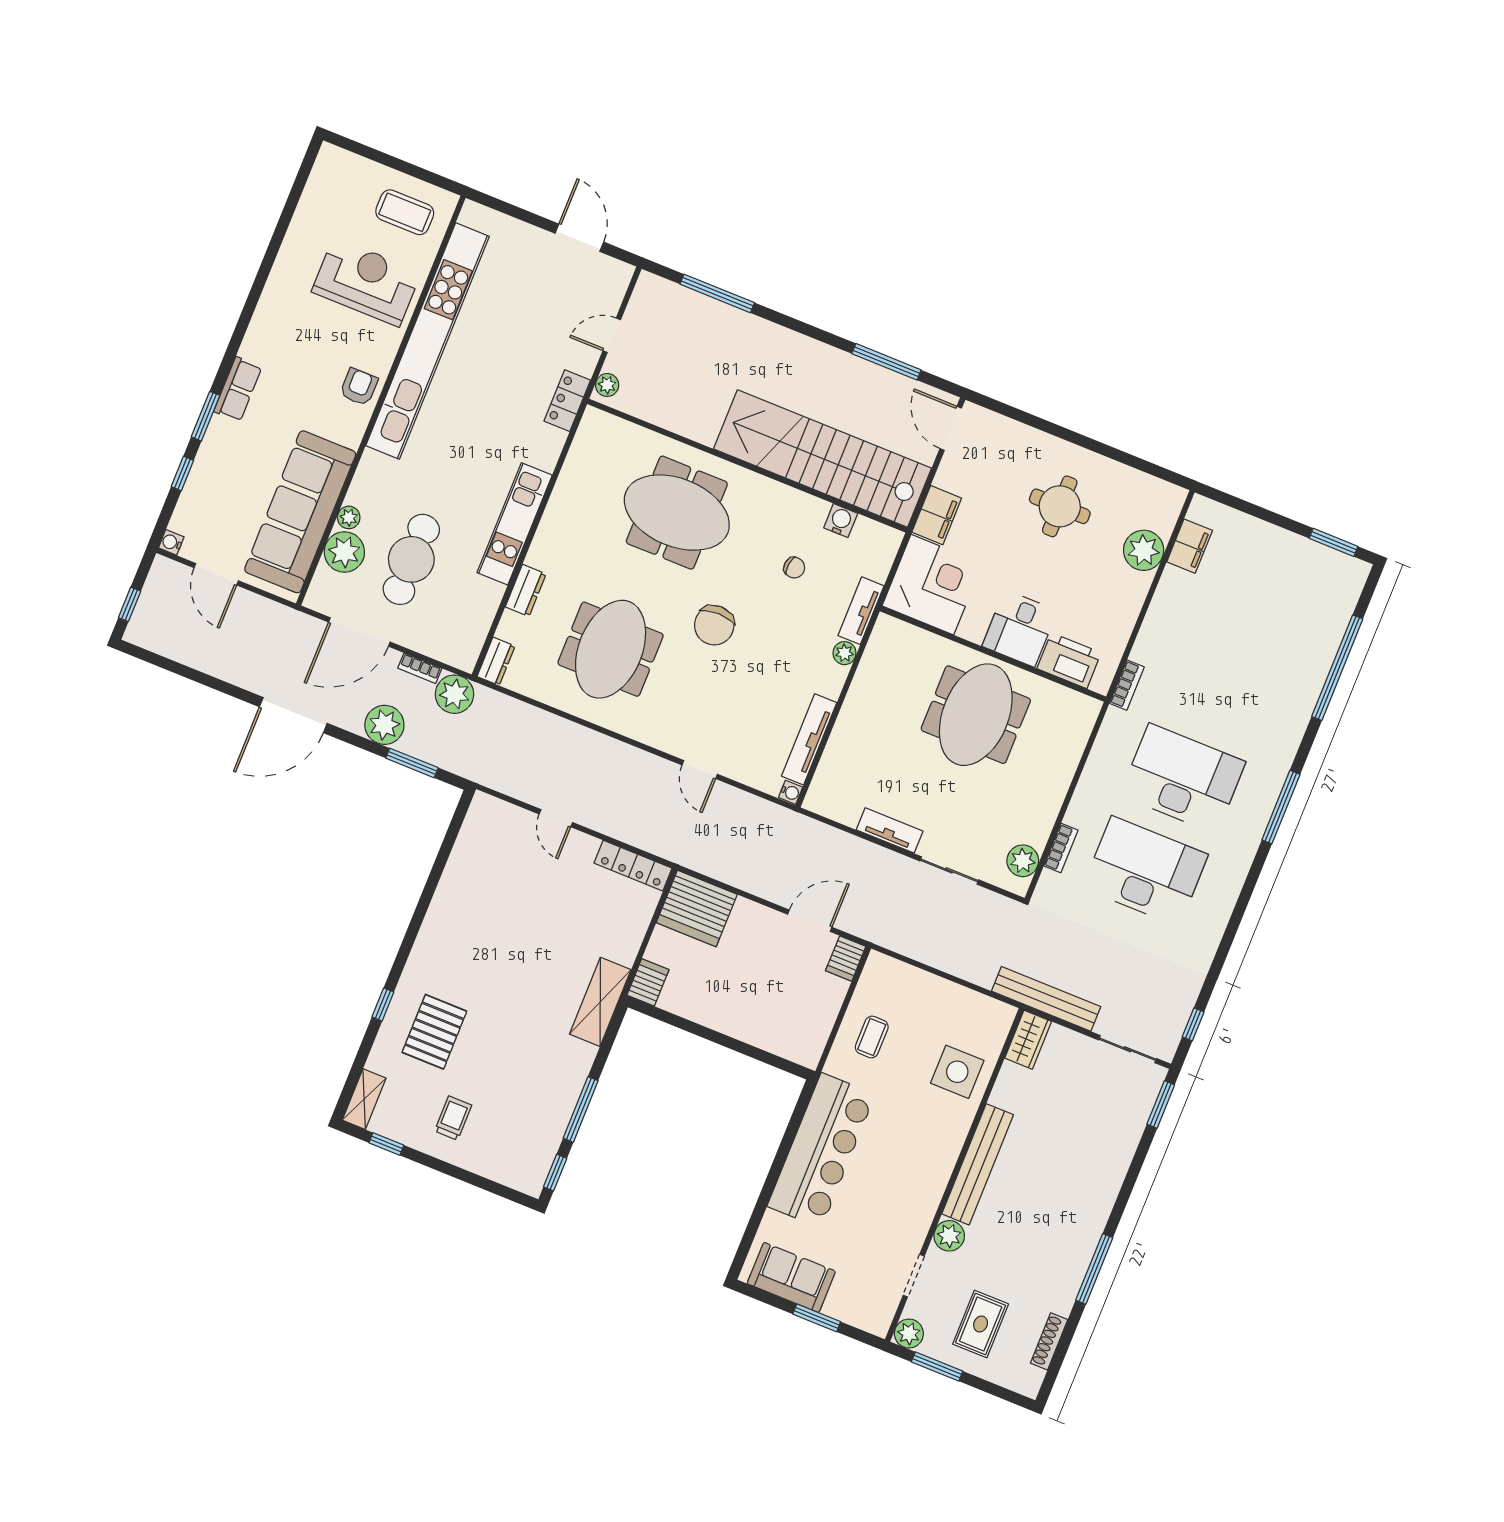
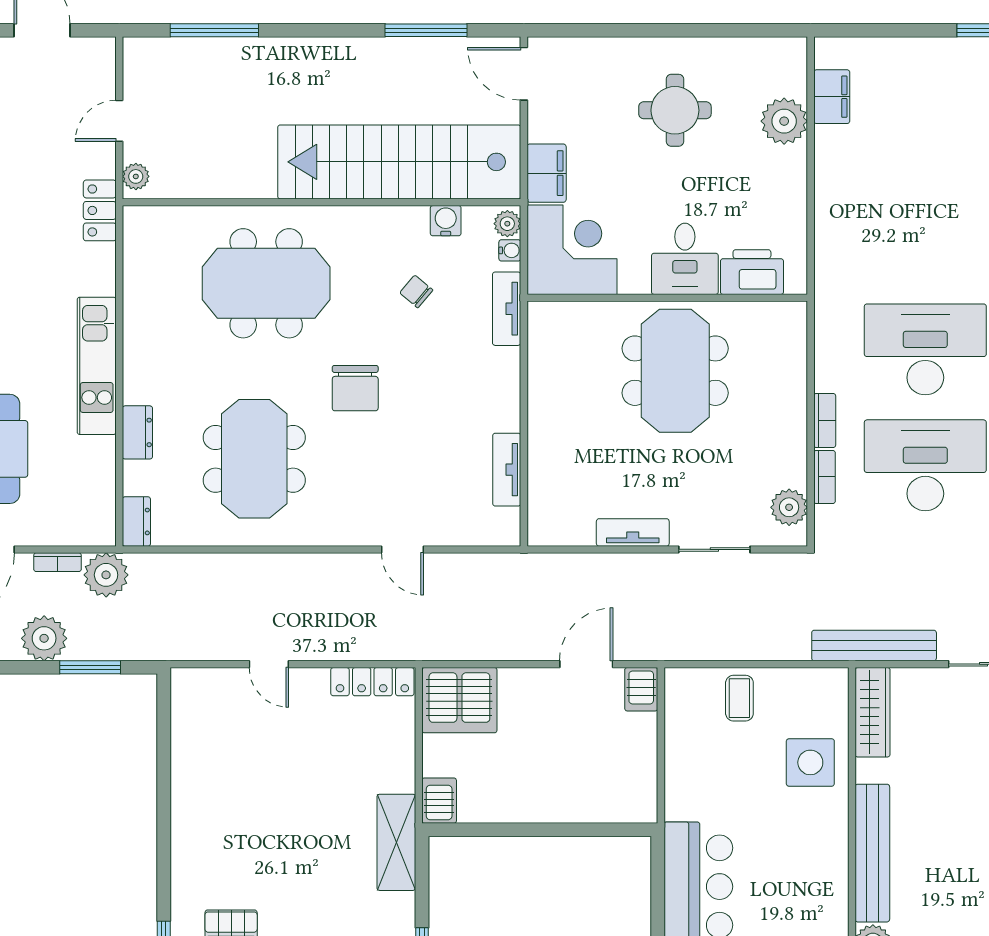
chair: (794, 568) -> (416, 291), turned -146
plant: (845, 653) -> (507, 224), moved
bookcase: (1127, 685) -> (825, 421), moved
tv unit: (809, 739) -> (507, 470), width x0.71
water cooler: (791, 792) -> (510, 250), moved
coffee table: (872, 1037) -> (739, 698), moved
wardrobe: (1028, 1040) -> (873, 712), width x1.50

